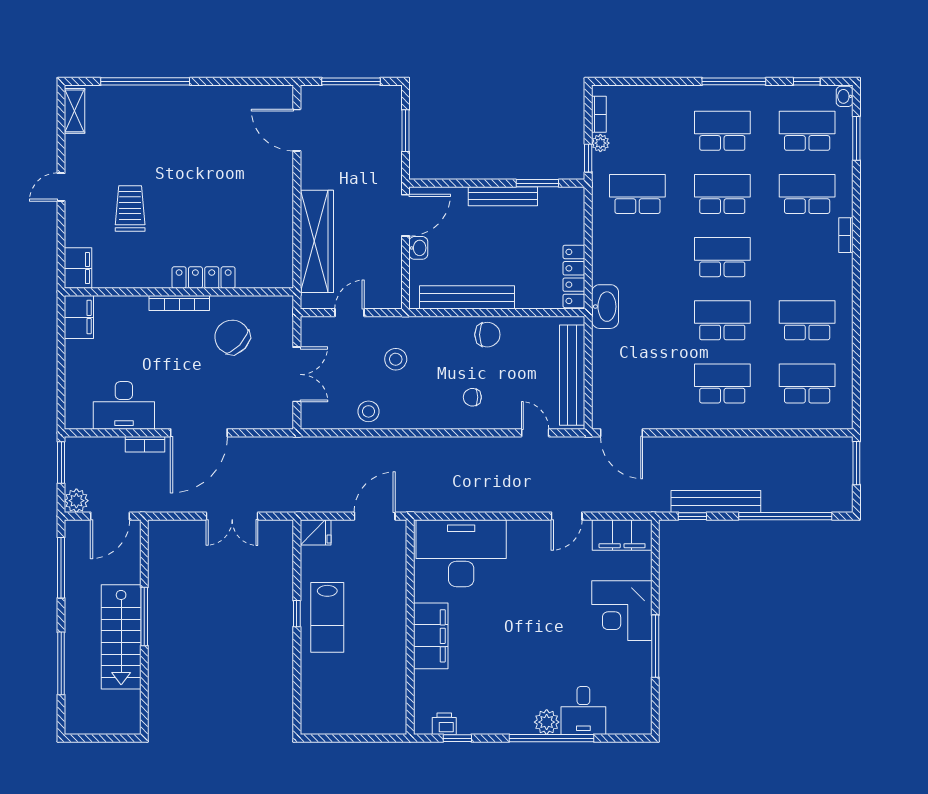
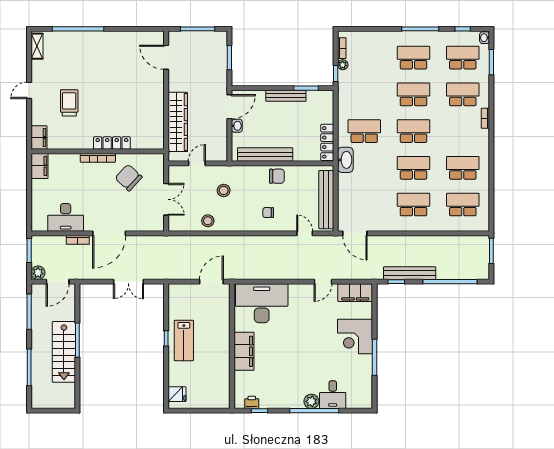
school desk: (637, 194) -> (364, 131), moved
fridge: (316, 532) -> (177, 394), moved

